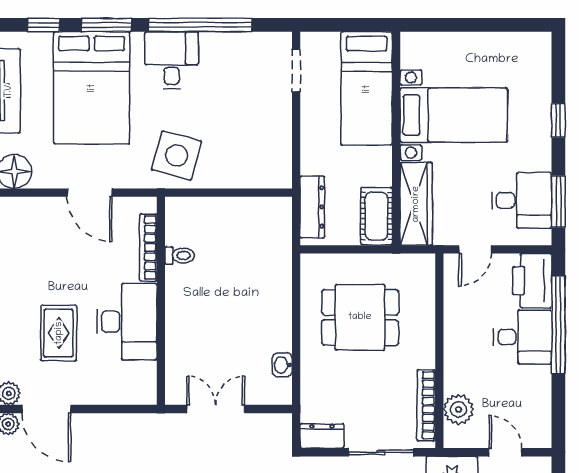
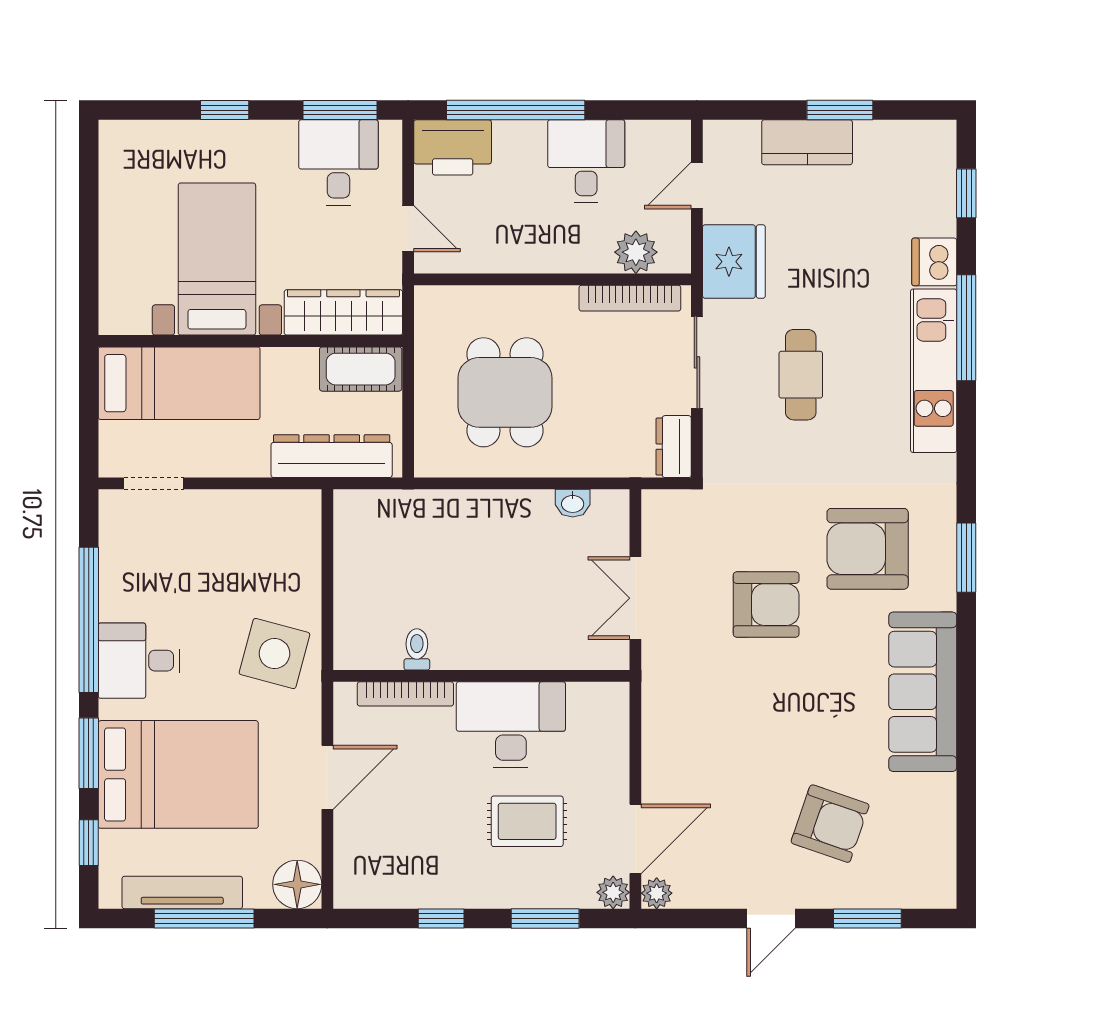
dresser: (312, 207) -> (332, 456), width x1.37, depth x1.24
desk: (523, 337) -> (586, 161), moved

